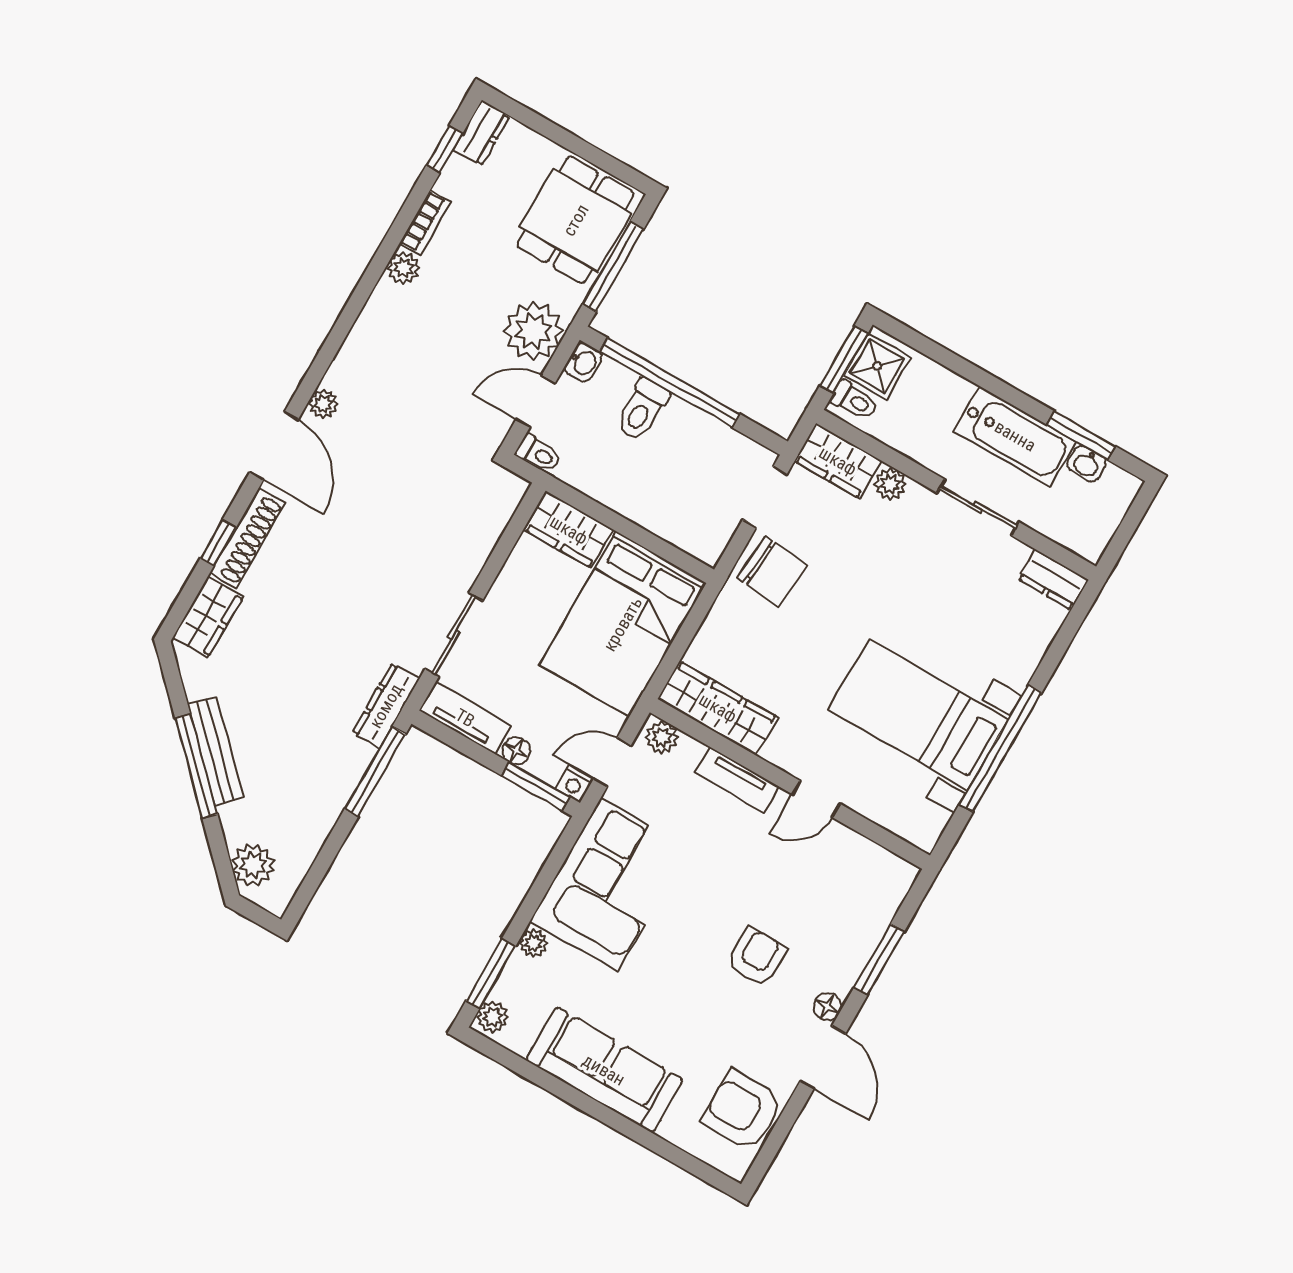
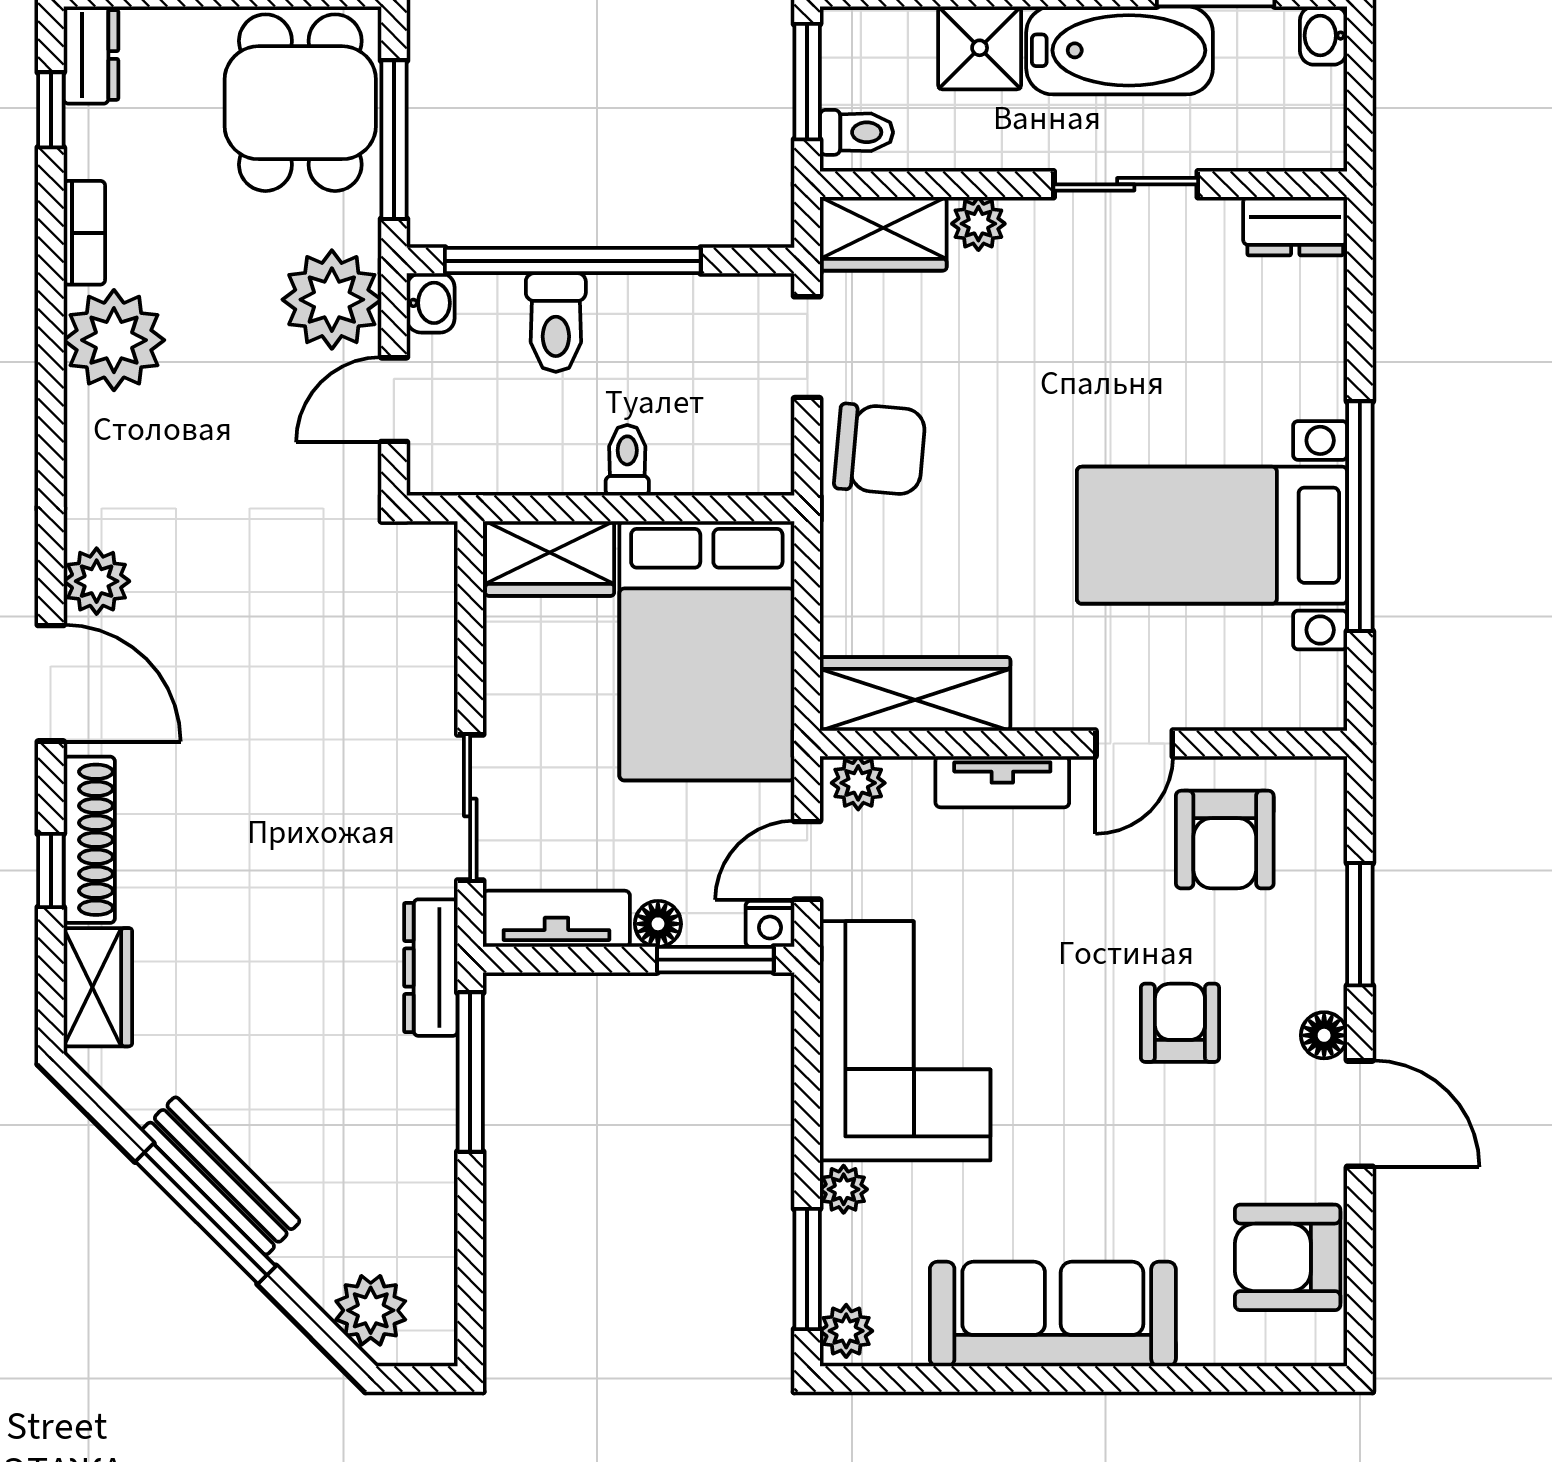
plant: (403, 268) -> (114, 340), width x1.87, depth x1.87
shower: (877, 366) -> (980, 48), moved
plant: (323, 404) -> (97, 581), width x1.38, depth x1.38
toilet: (538, 454) -> (627, 460), moved, turned -90
washbasin: (1087, 464) -> (1324, 36), moved, turned 90
armchair: (834, 876) -> (1225, 840), added

